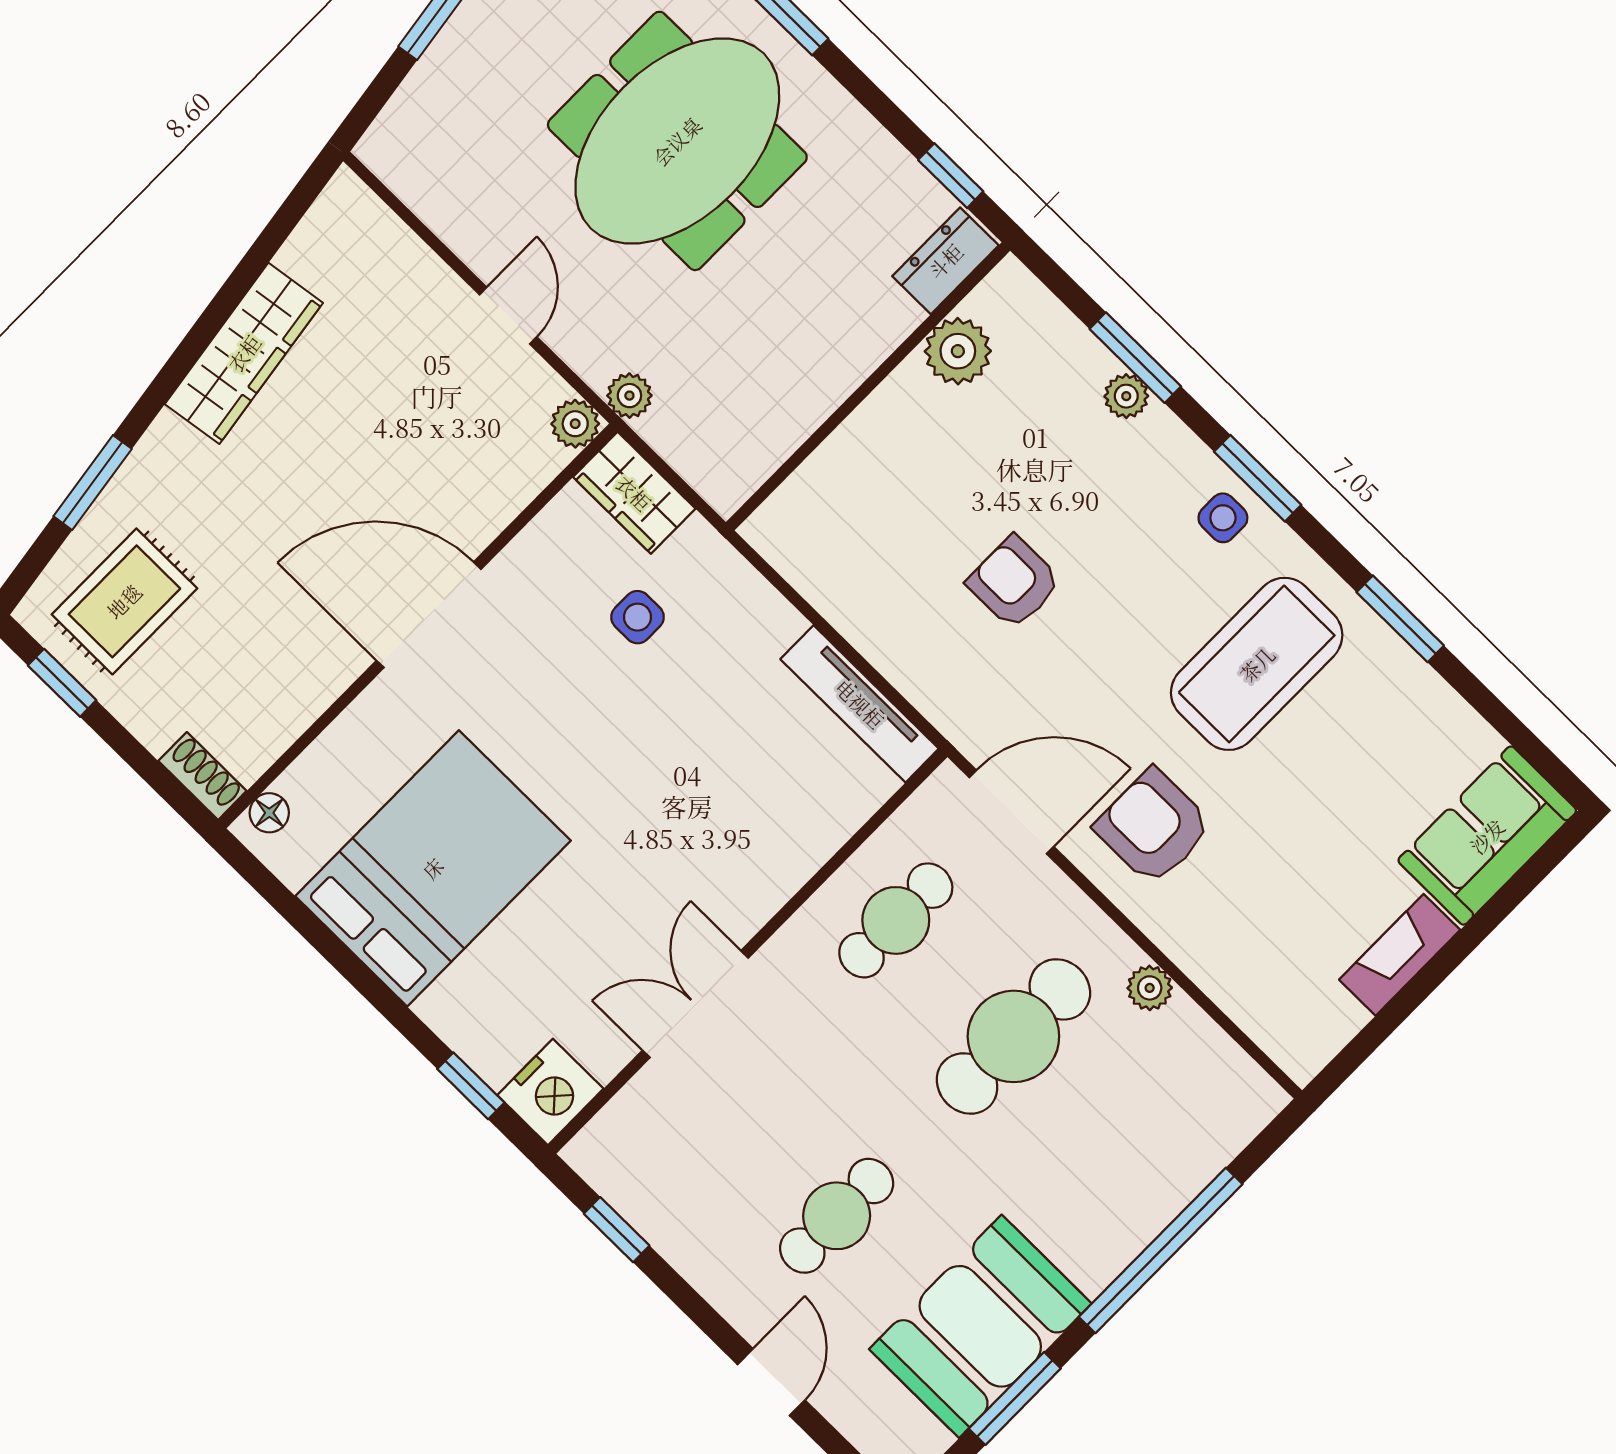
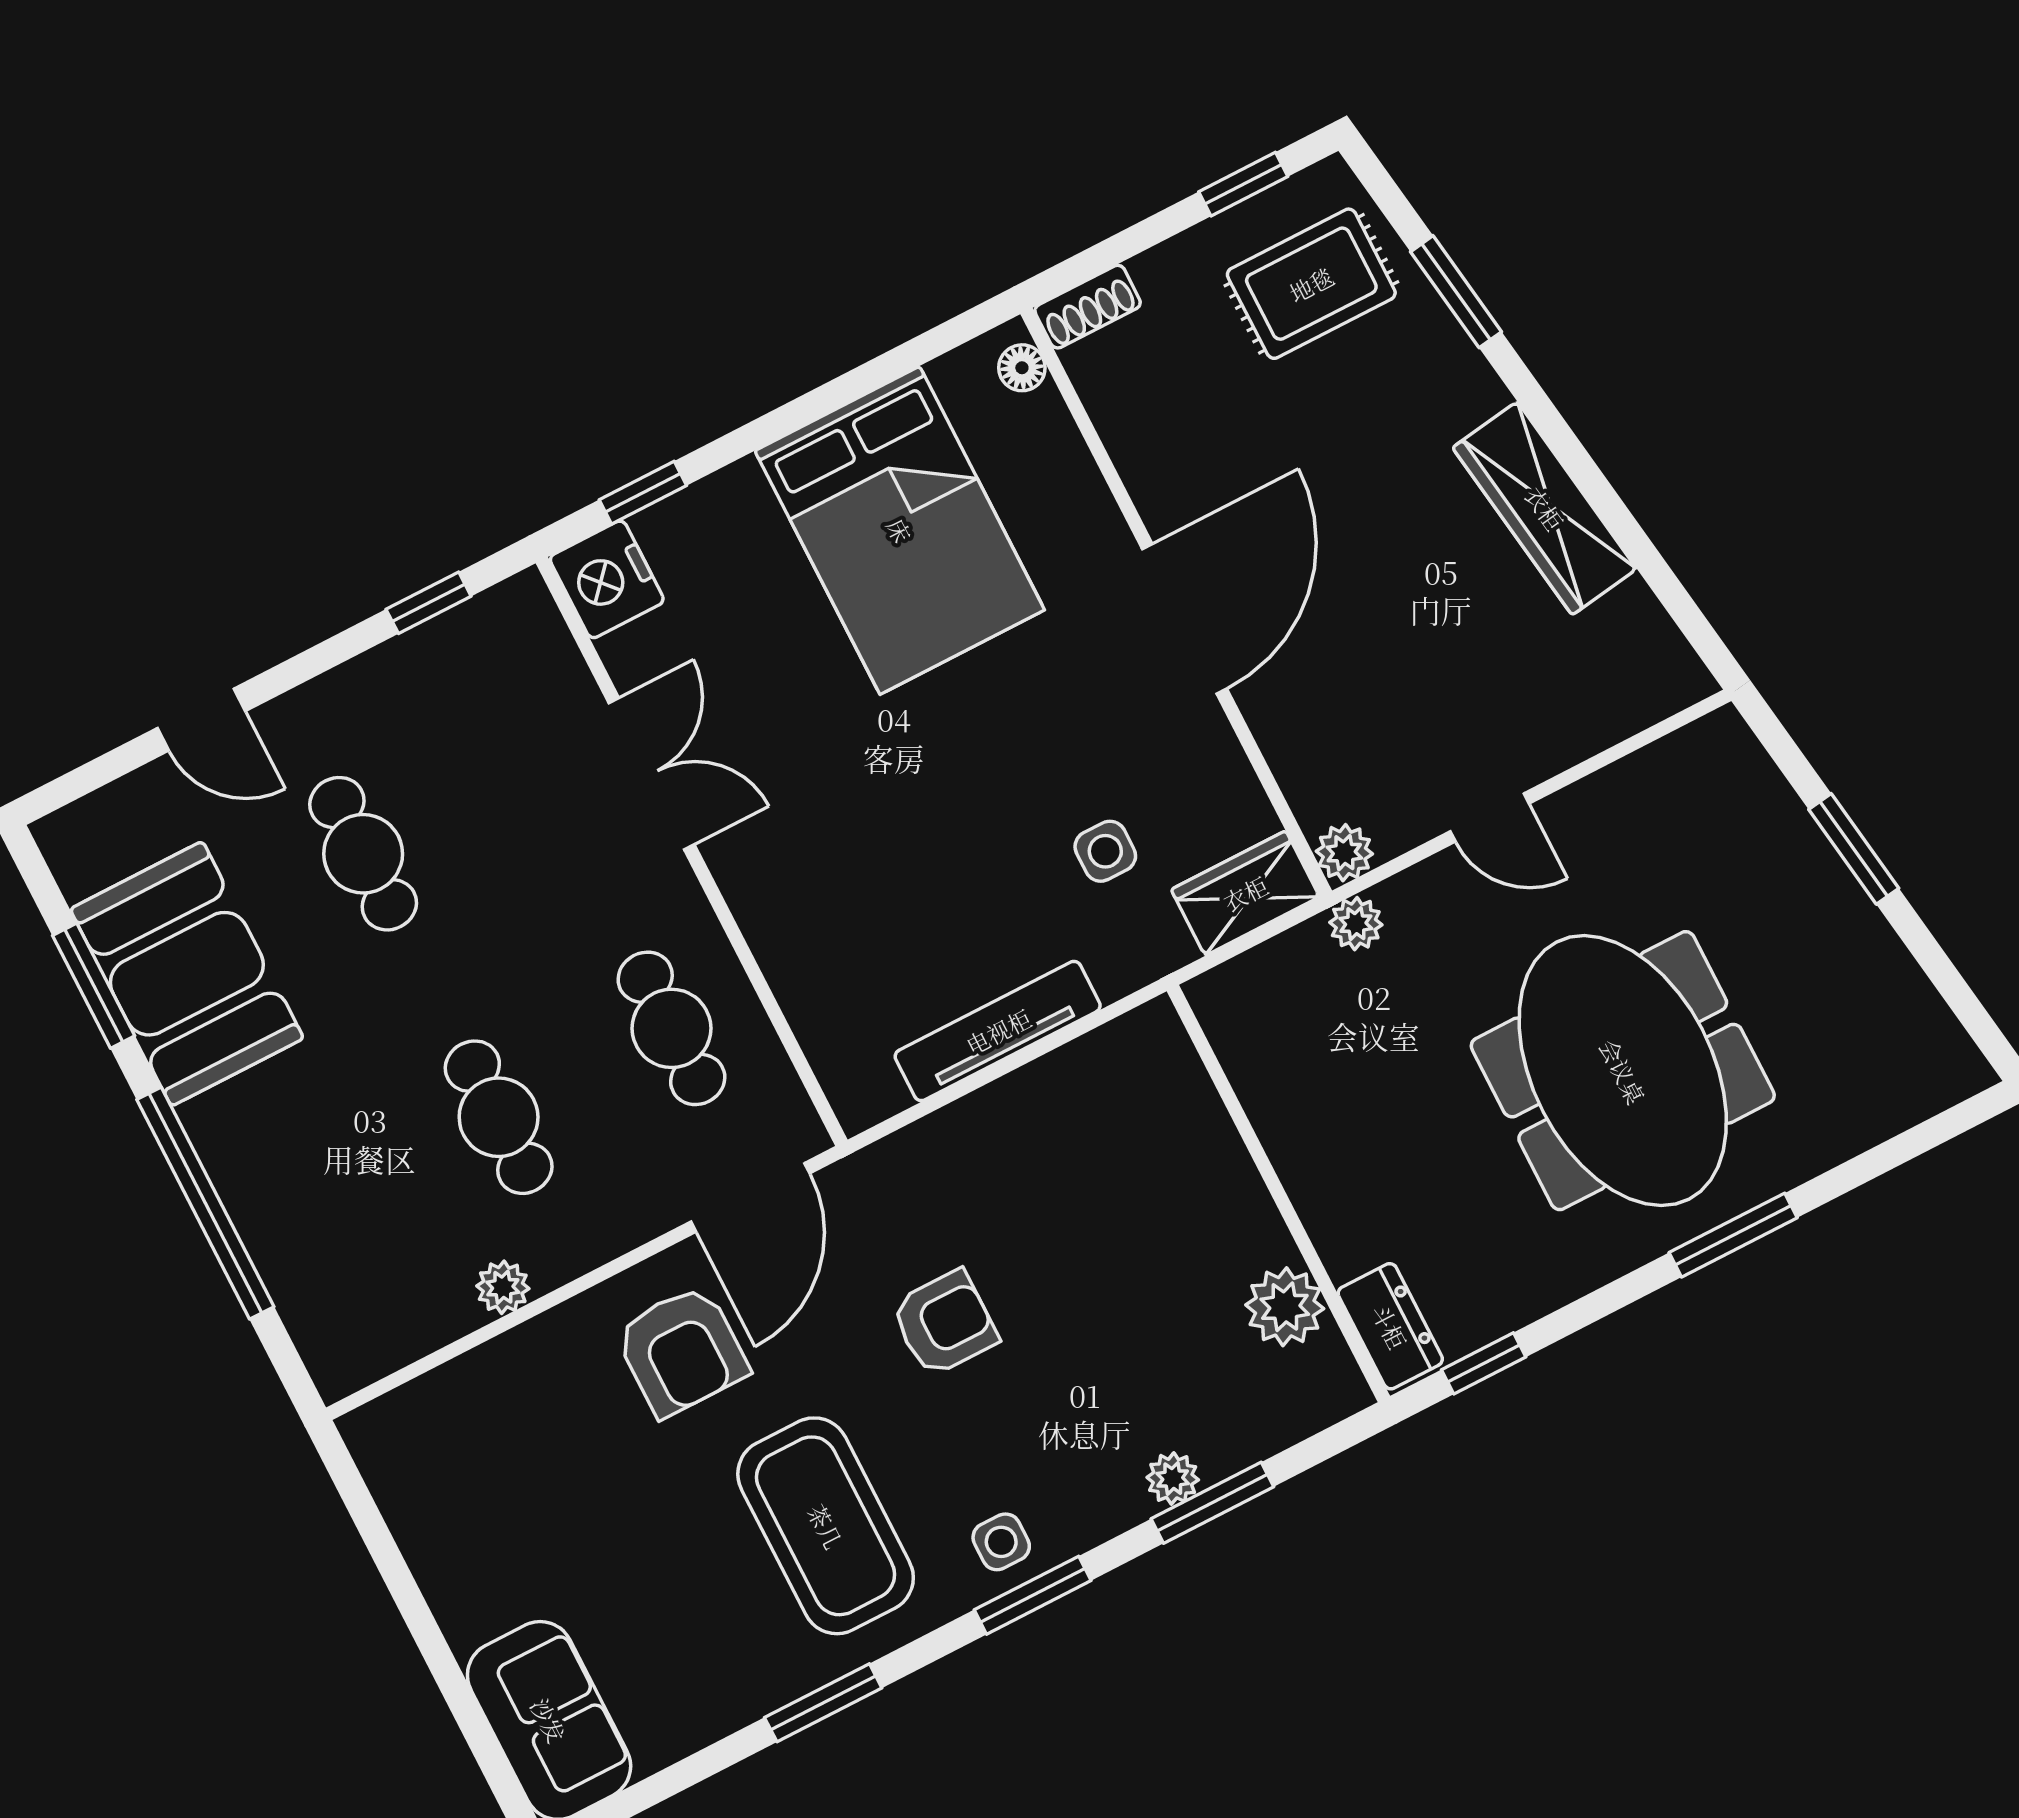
armchair: (1014, 582) -> (944, 1323), moved
rug: (124, 601) -> (1311, 284), turned 90
tv unit: (860, 704) -> (998, 1031), moved
armchair: (1153, 827) -> (682, 1351), turned 90
fireplace: (1400, 955) -> (448, 1579), removed
cafe table: (1013, 1036) -> (499, 1117), width x0.73, depth x0.74

